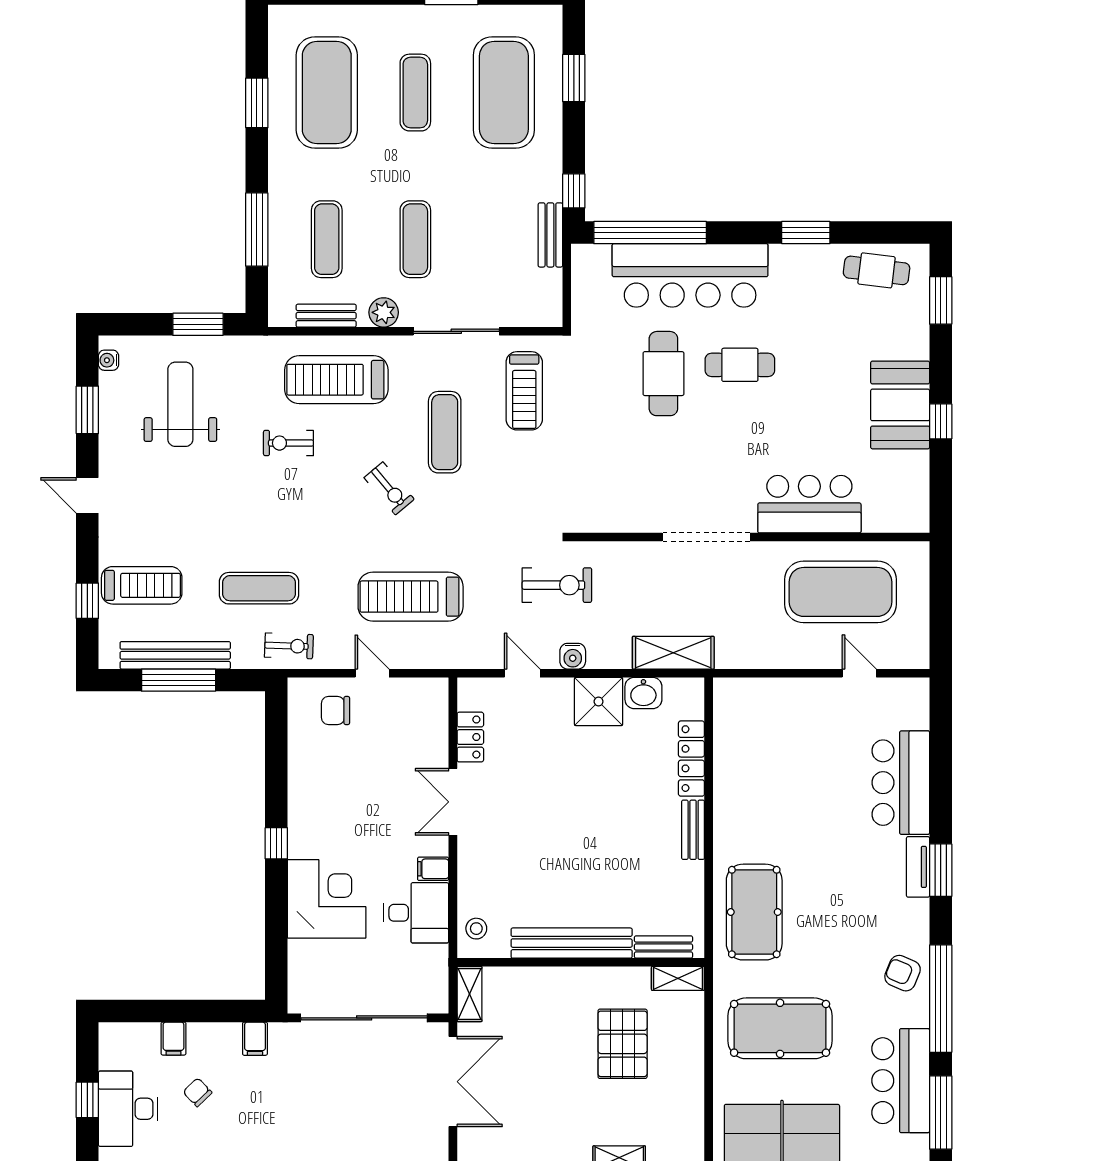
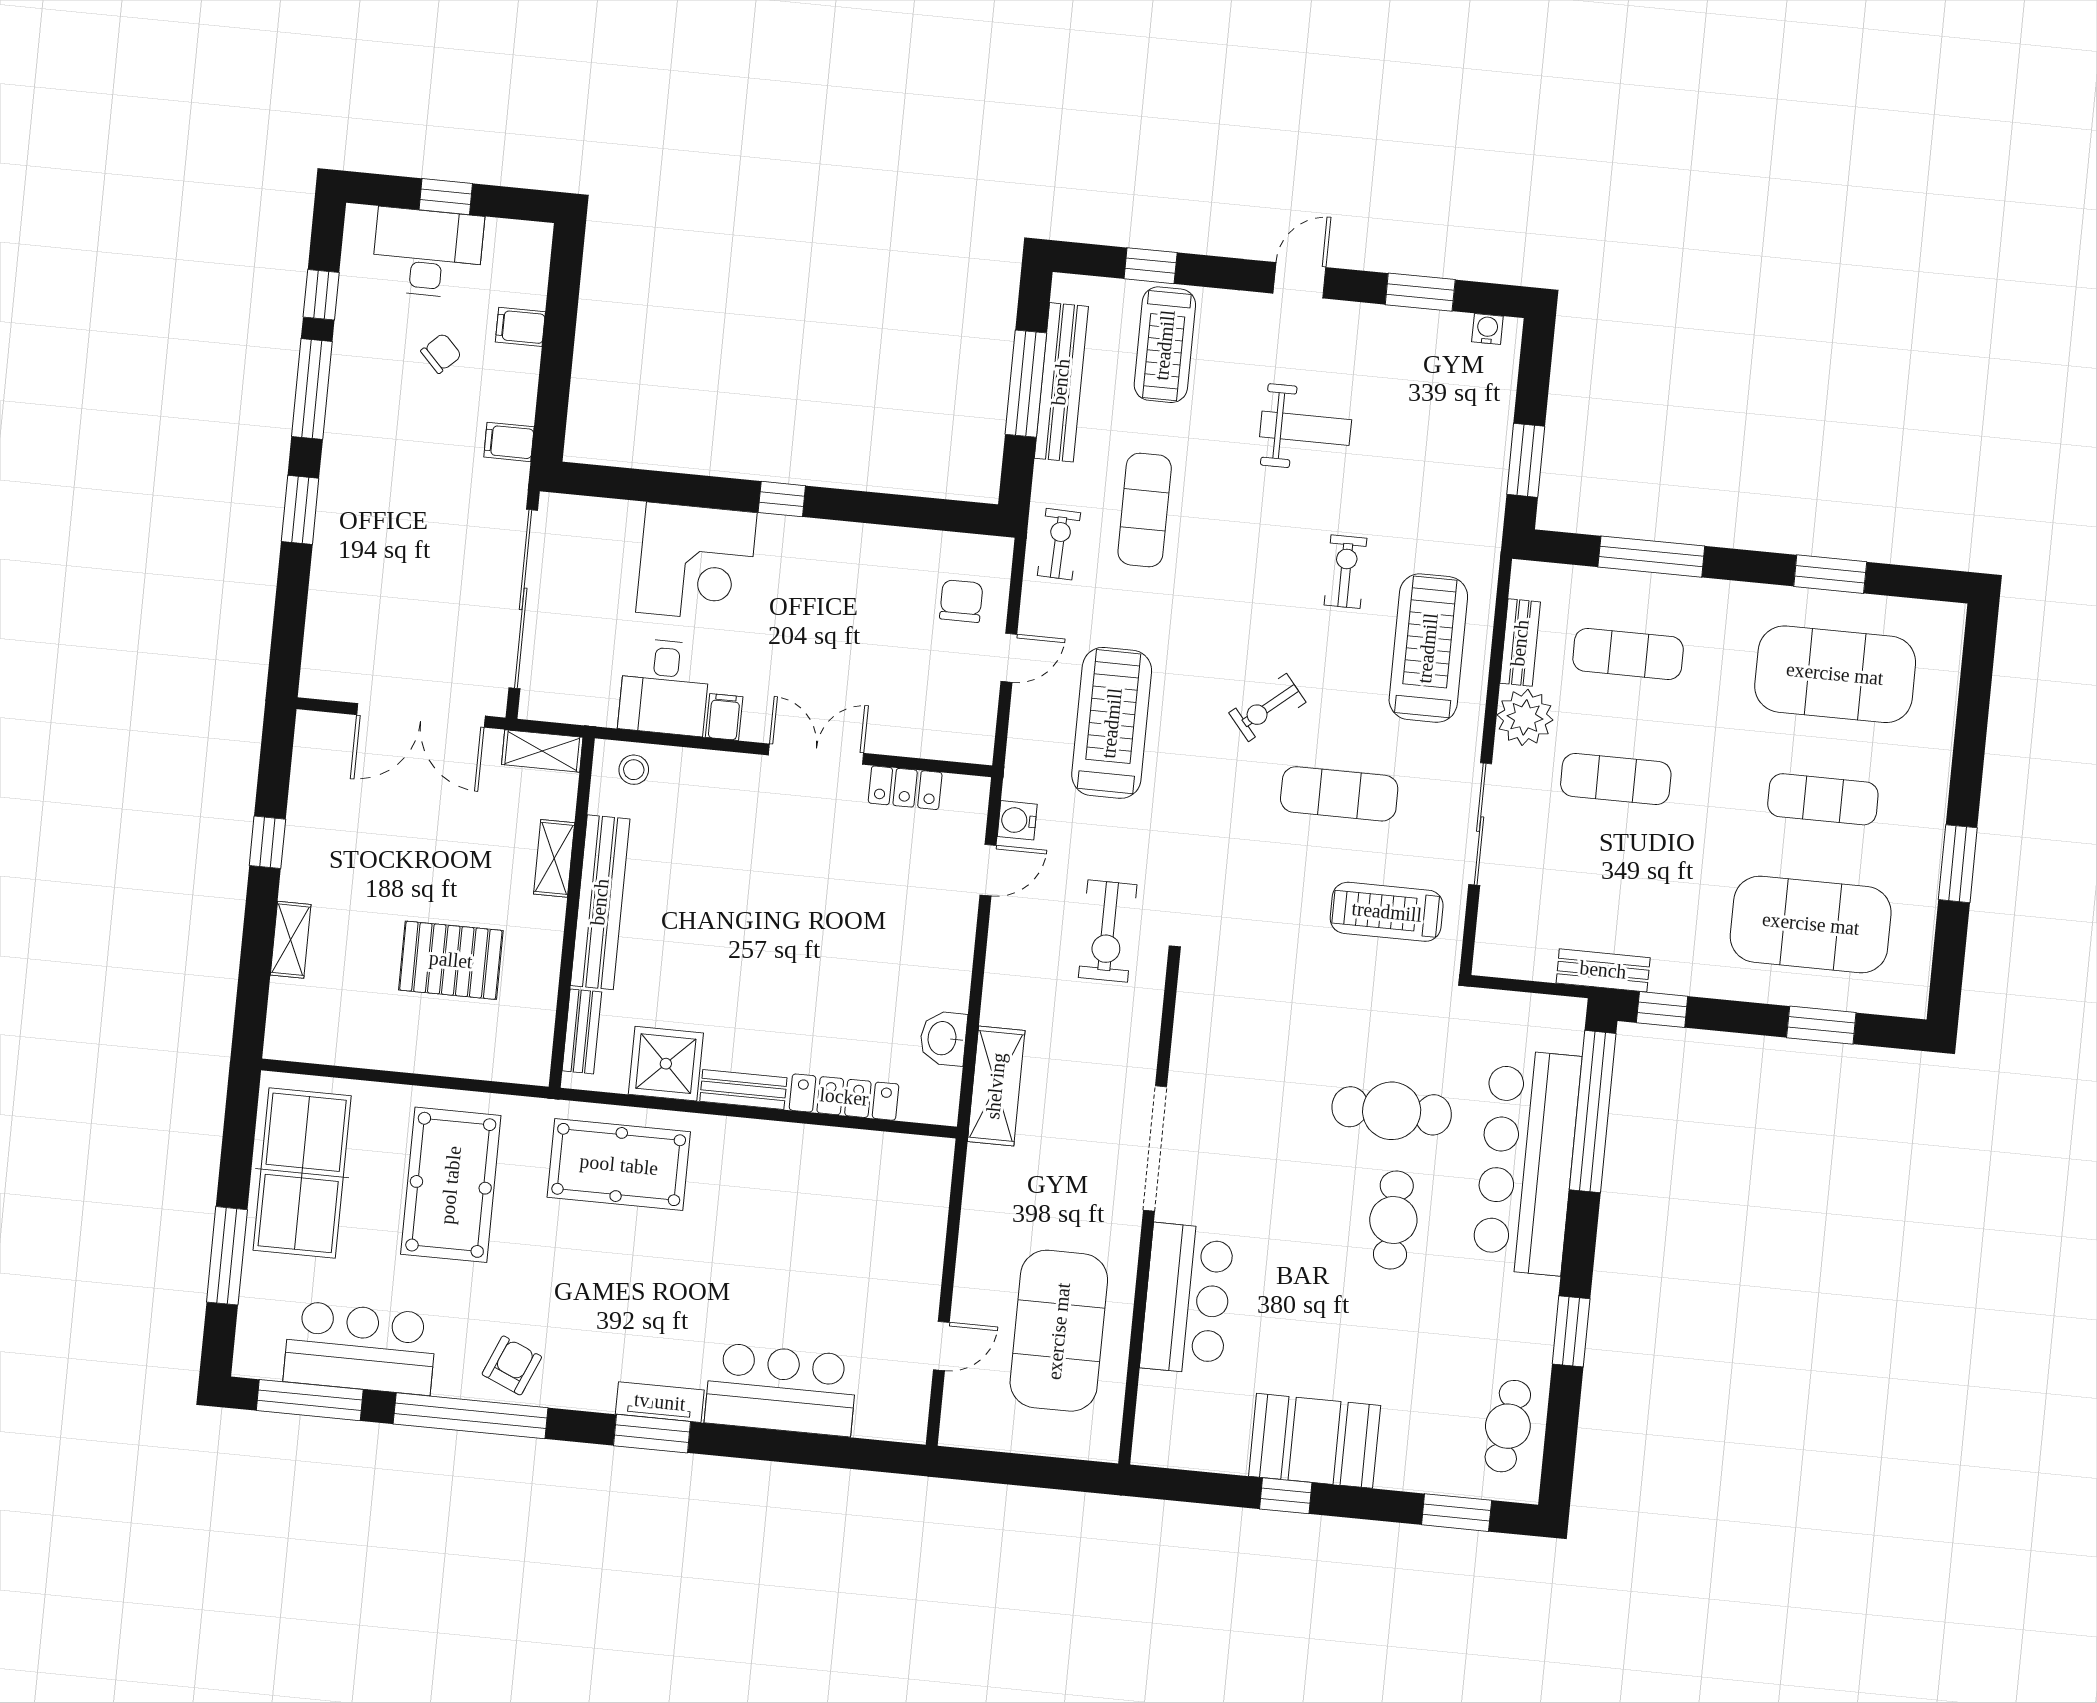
plant: (384, 312) -> (1525, 717), width x1.36, depth x1.36
weight bench: (180, 404) -> (1306, 428), moved, width x0.73, depth x0.75
exercise bike: (289, 646) -> (1059, 544), turned 180
water cooler: (573, 656) -> (1017, 820), moved
shower: (599, 702) -> (666, 1064), moved
shelving: (678, 978) -> (554, 858), moved

